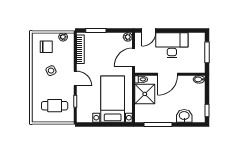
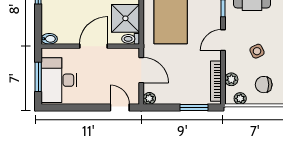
door: (149, 30) -> (120, 108), hinge flipped
desk: (172, 45) -> (59, 80), moved, turned 90
plant: (69, 51) -> (231, 79), added
door: (134, 57) -> (141, 70), hinge flipped
door: (75, 78) -> (223, 40), hinge flipped

